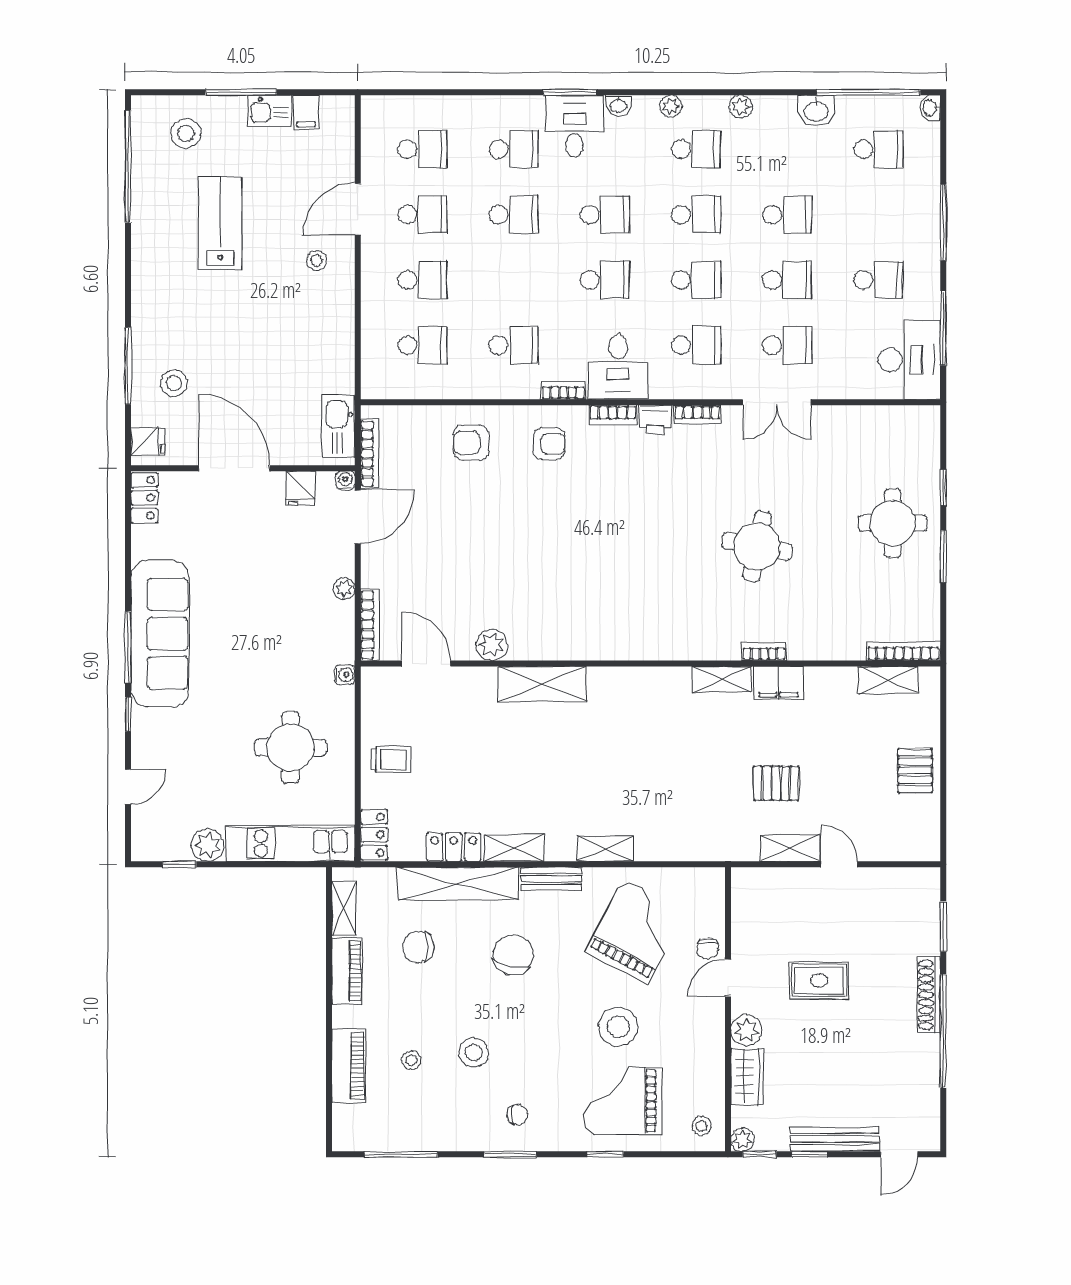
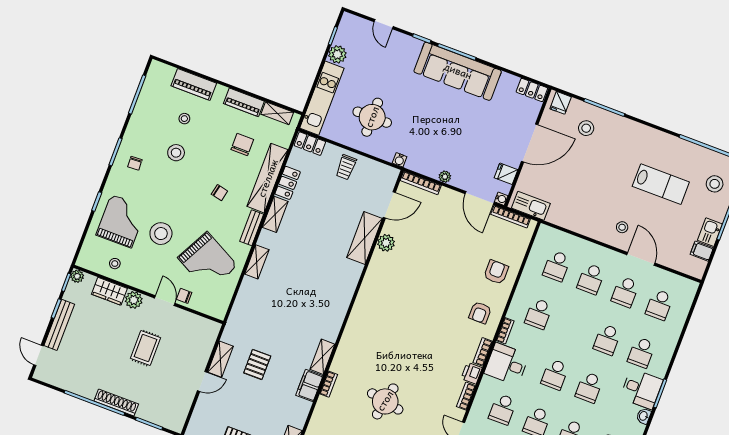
shelving: (542, 684) -> (364, 238), moved
chair: (513, 955) -> (219, 193), width x0.54, depth x0.54
stool: (701, 1126) -> (115, 264), moved

